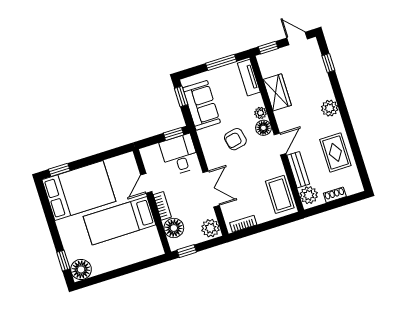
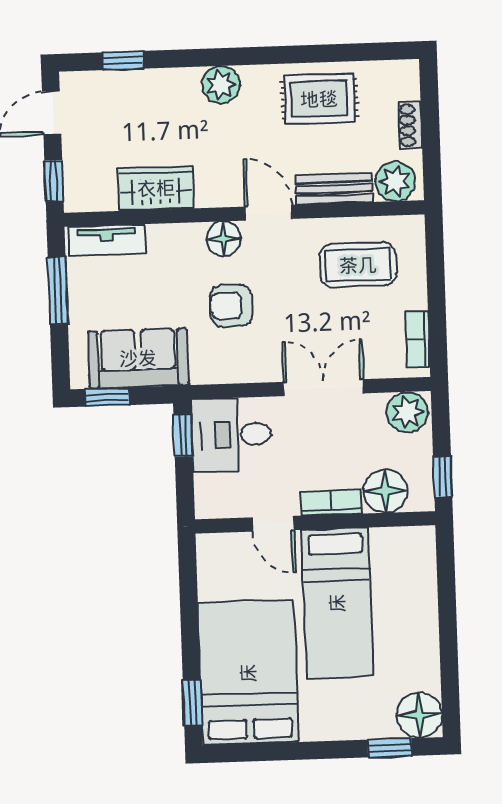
plant: (260, 113) -> (190, 236), removed
armchair: (235, 139) -> (231, 306), turned 102
coffee table: (280, 194) -> (358, 265), moved

